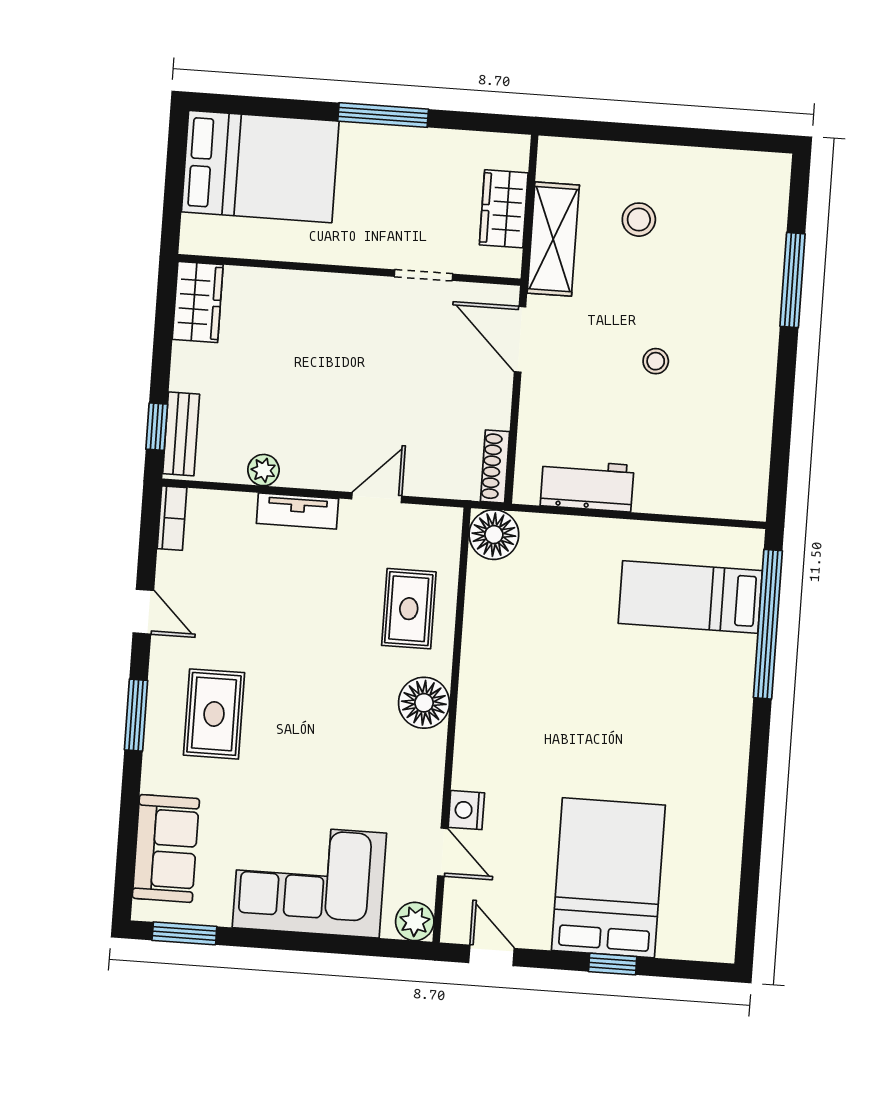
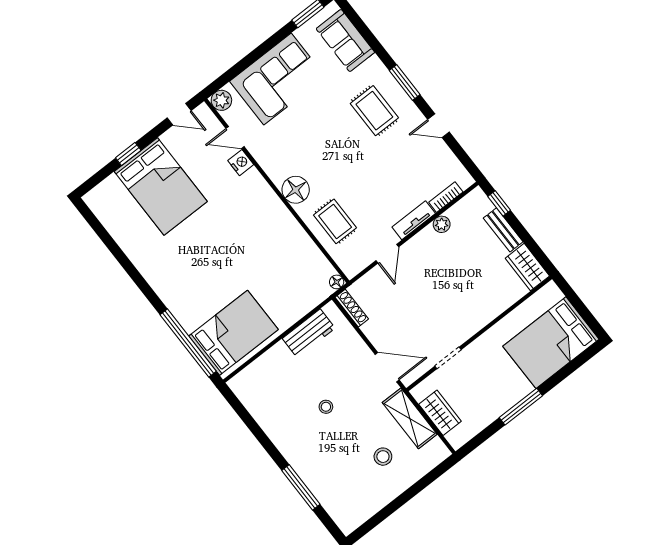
bench: (181, 434) -> (503, 230), moved
bookcase: (172, 518) -> (446, 197), moved, turned 90
floor lamp: (494, 535) -> (337, 282), width x0.53, depth x0.53
bed: (690, 597) -> (234, 333), width x1.50

